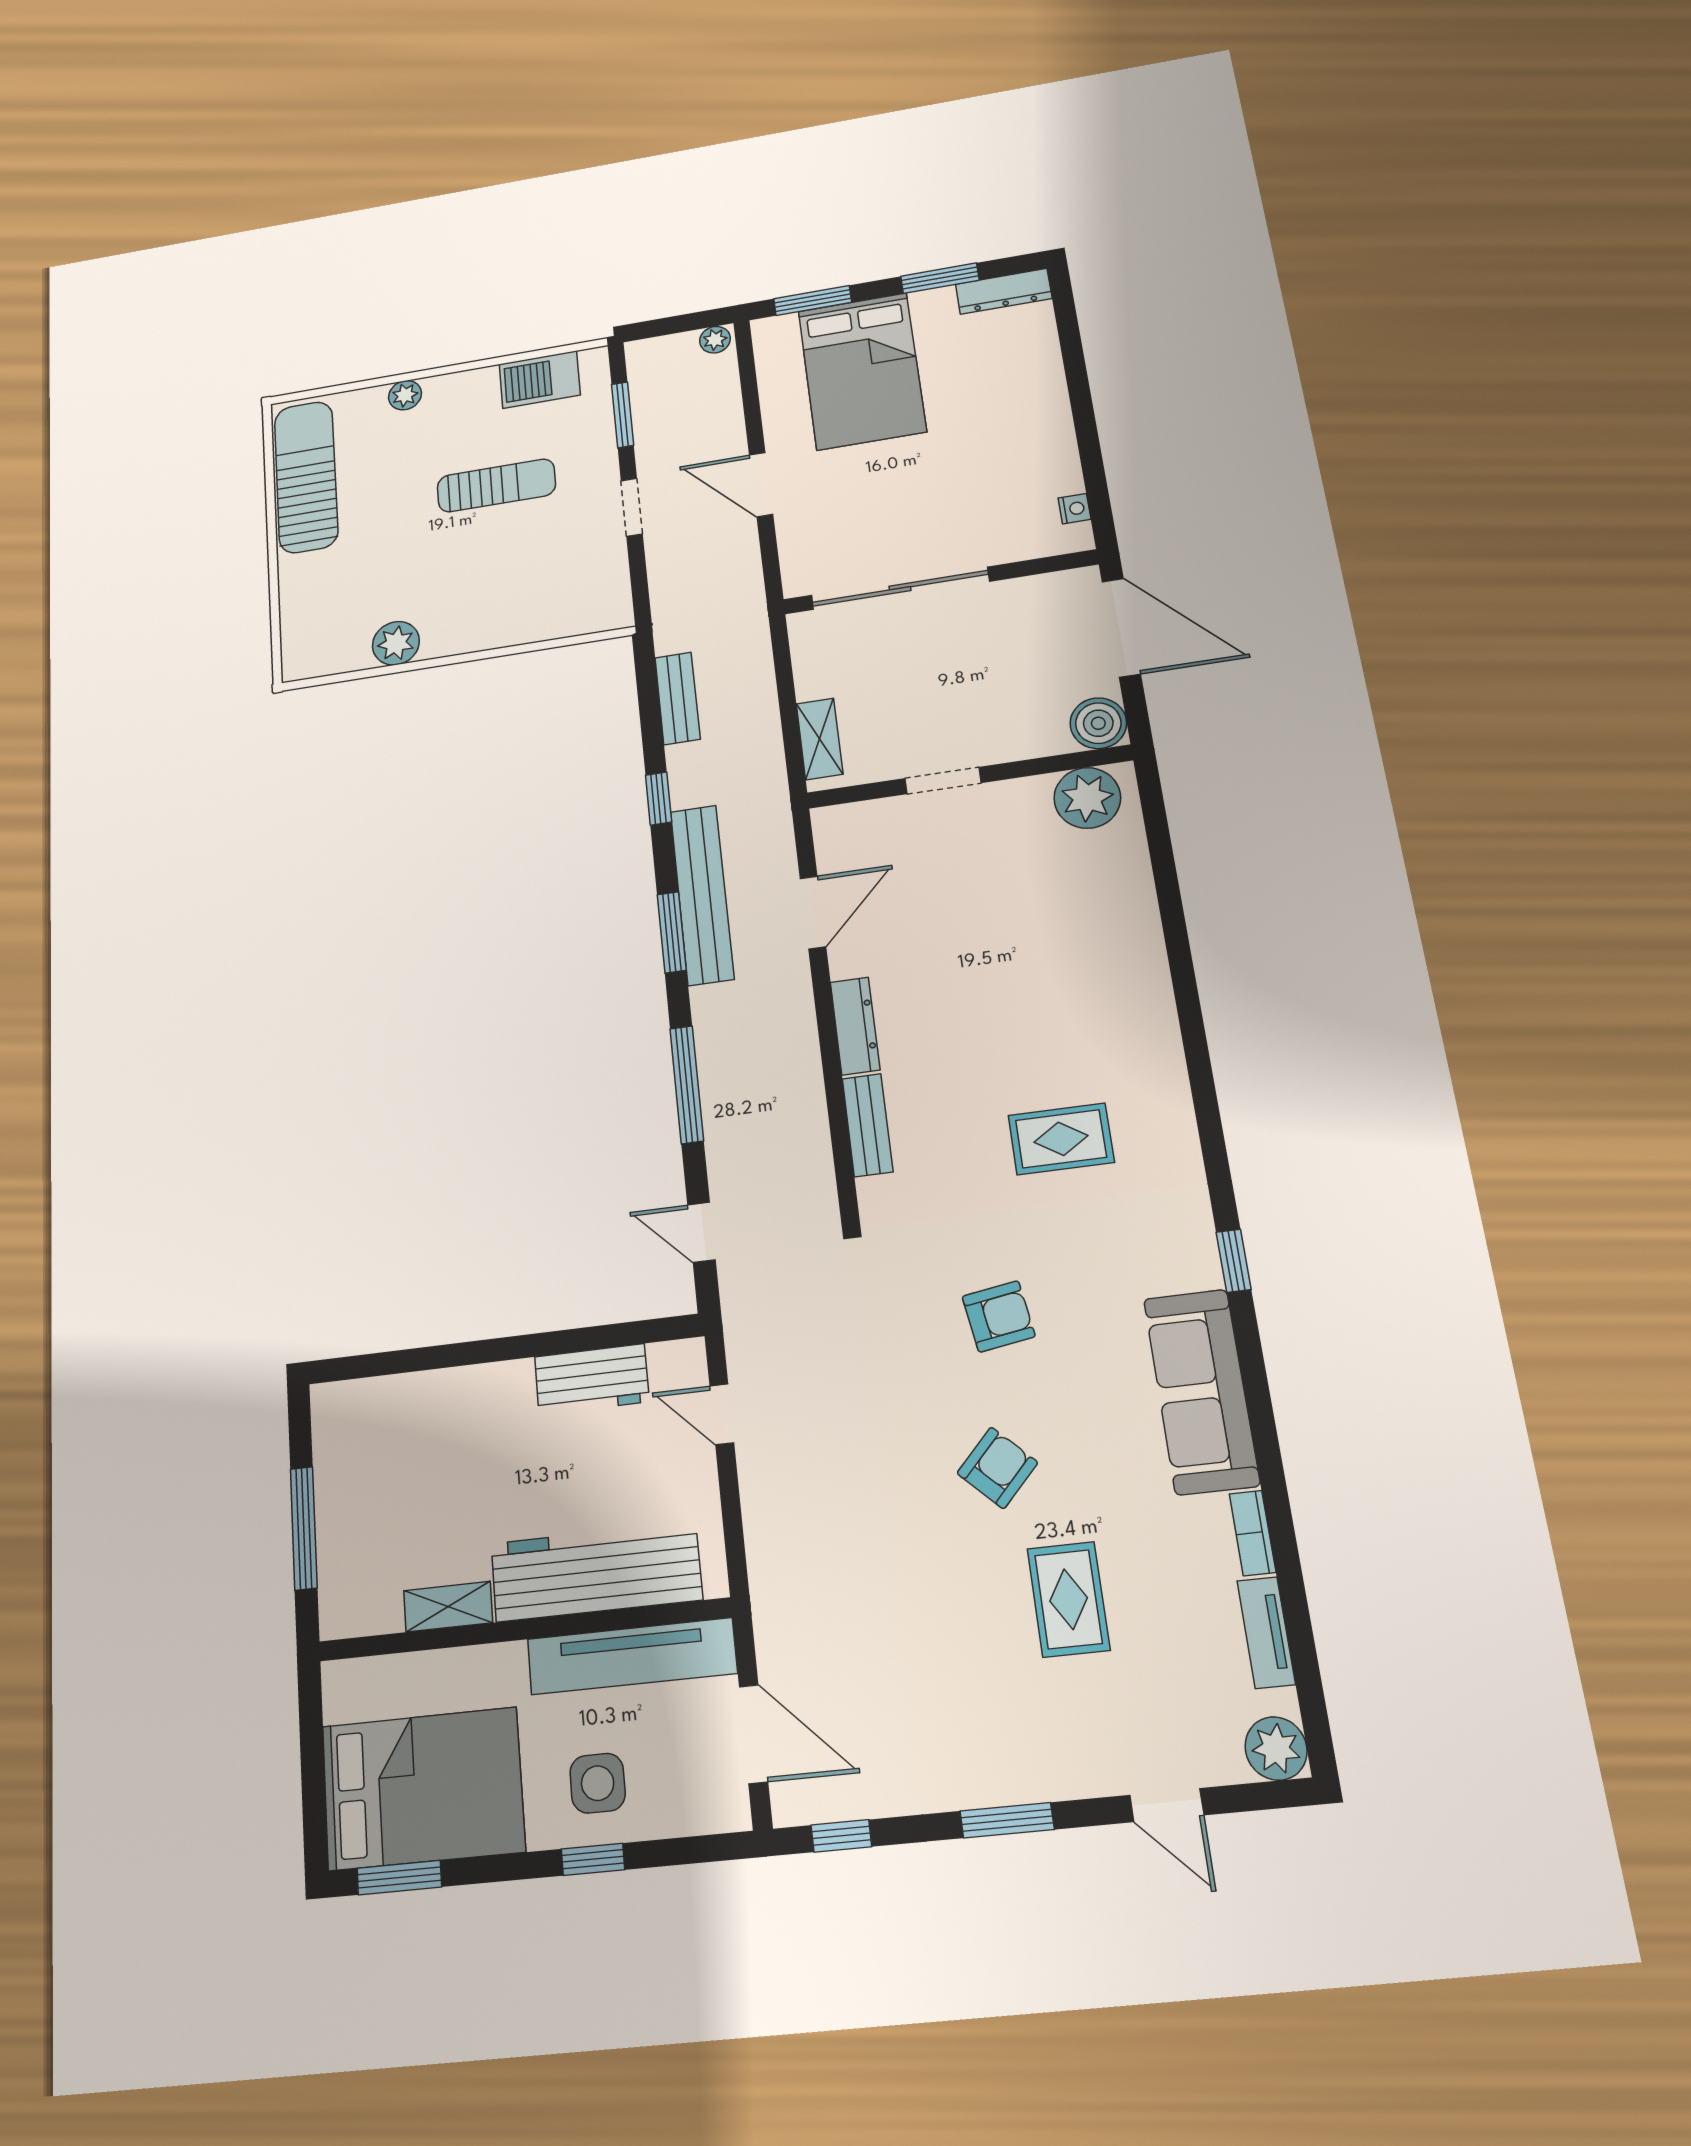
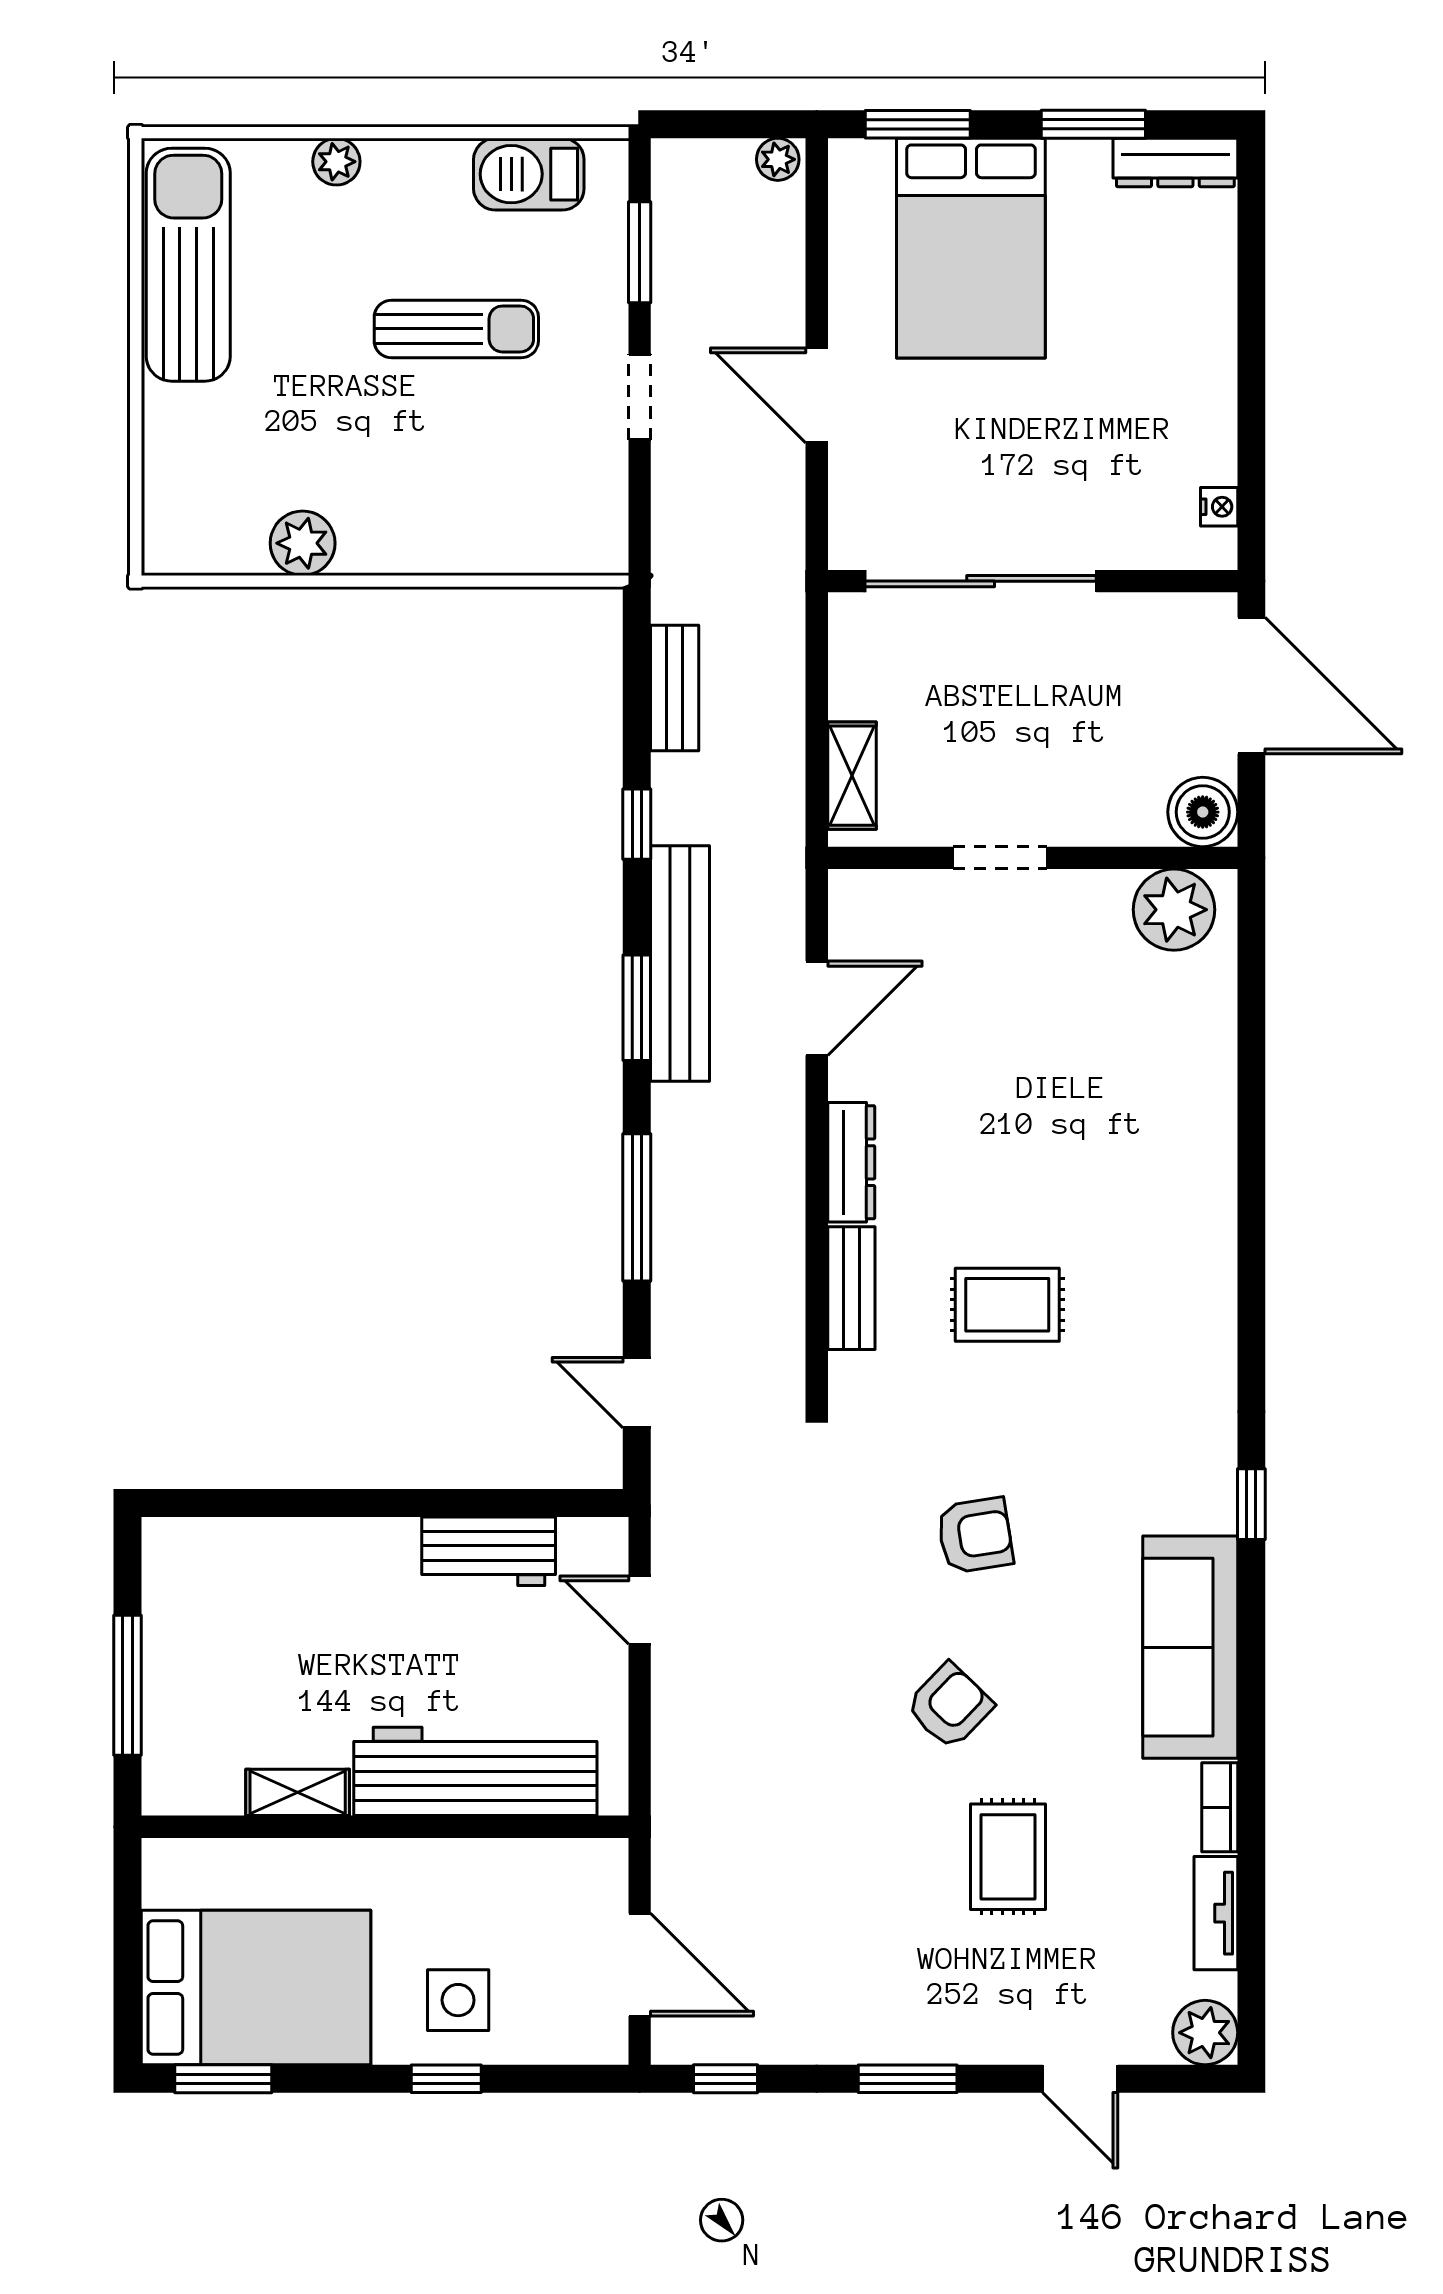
rug: (1061, 1139) -> (1007, 1305), moved
tv unit: (632, 1656) -> (509, 1868), removed

